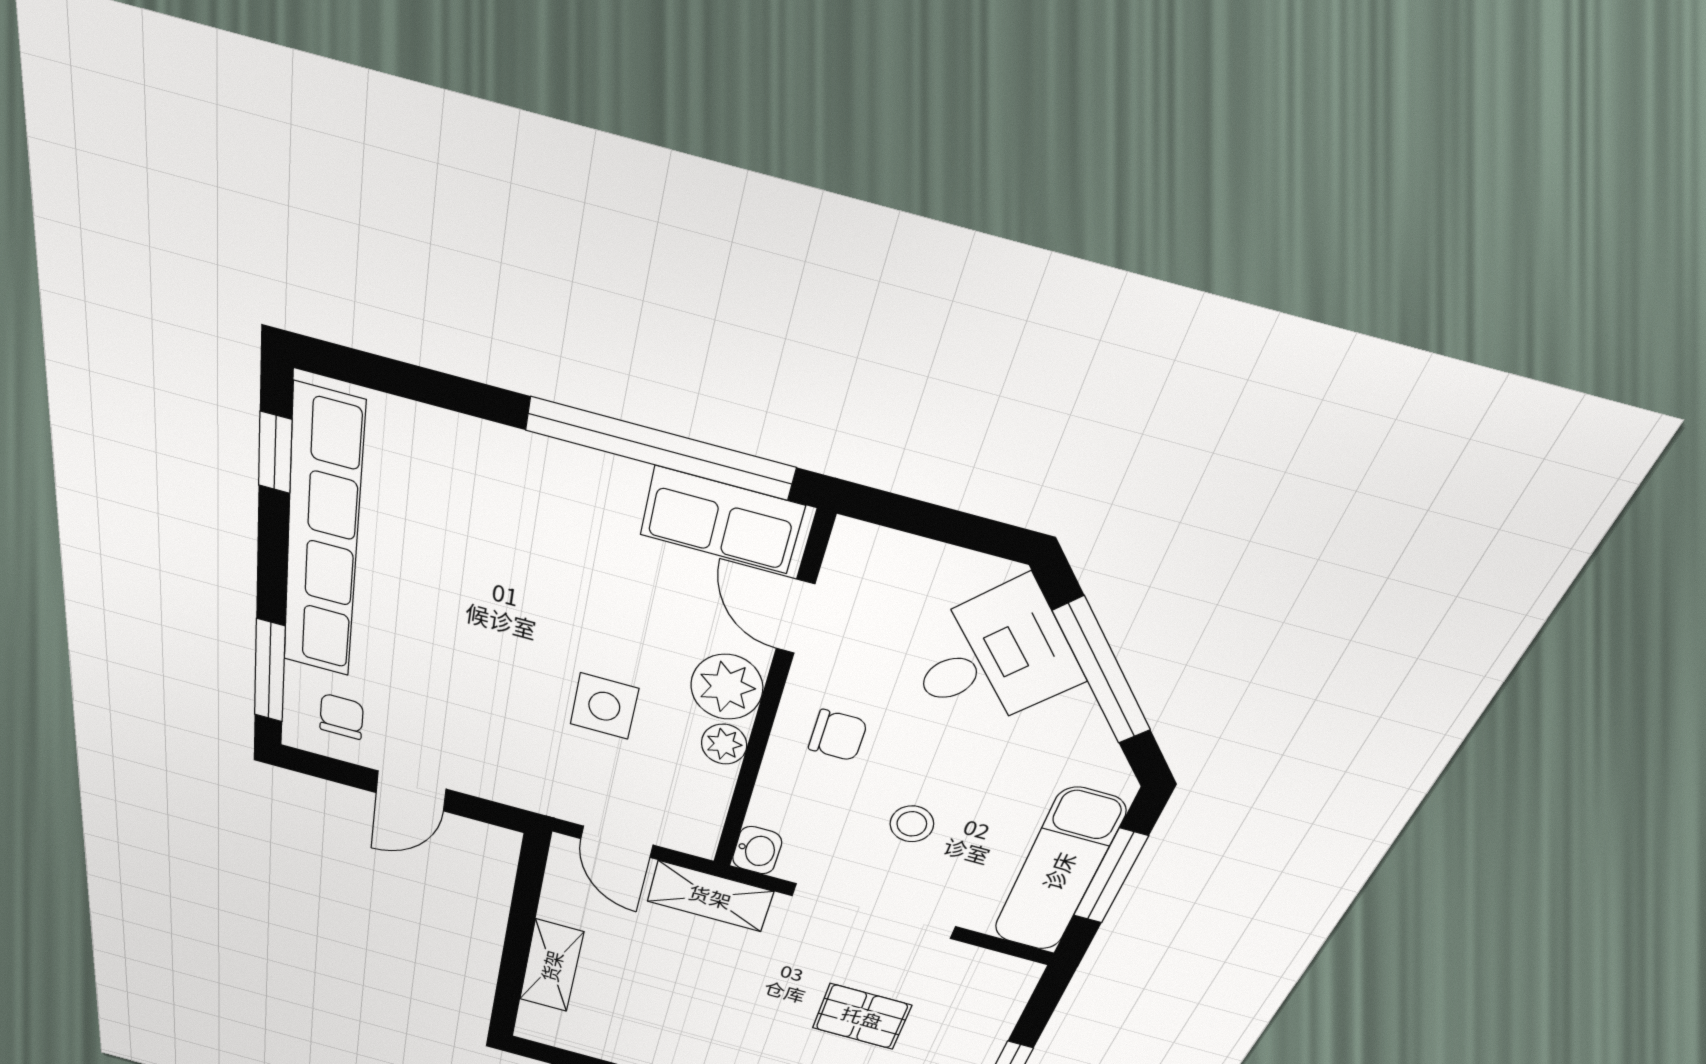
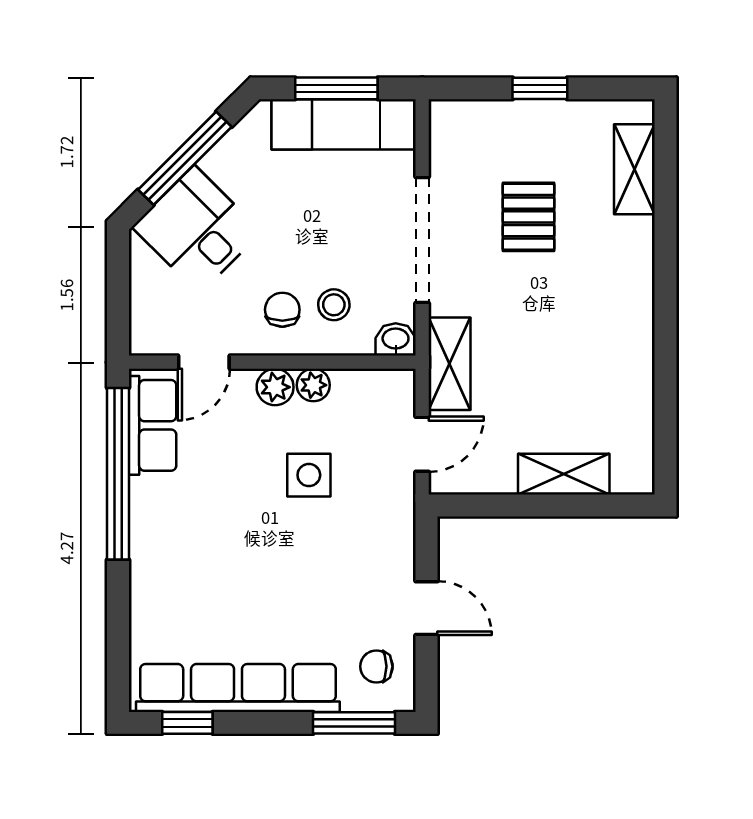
plant: (727, 687) -> (275, 387), width x0.73, depth x0.73
stool: (912, 824) -> (334, 305), moved

